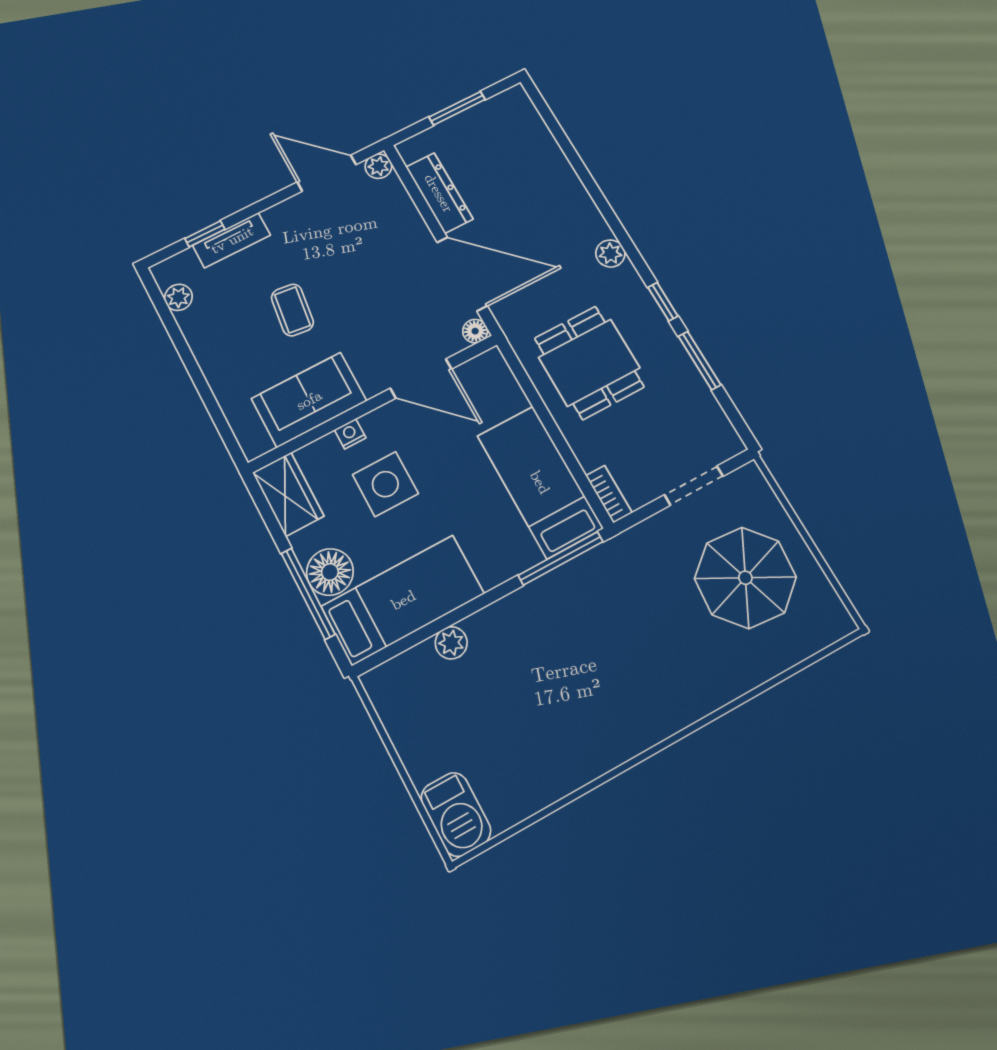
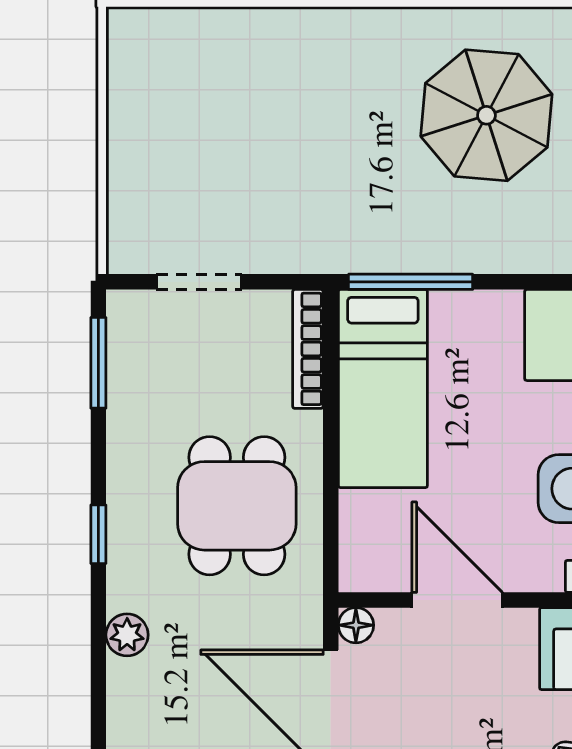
window: (700, 361) -> (98, 363), moved
bookcase: (609, 494) -> (308, 349), width x1.56
parasol: (745, 578) -> (486, 115), moved

